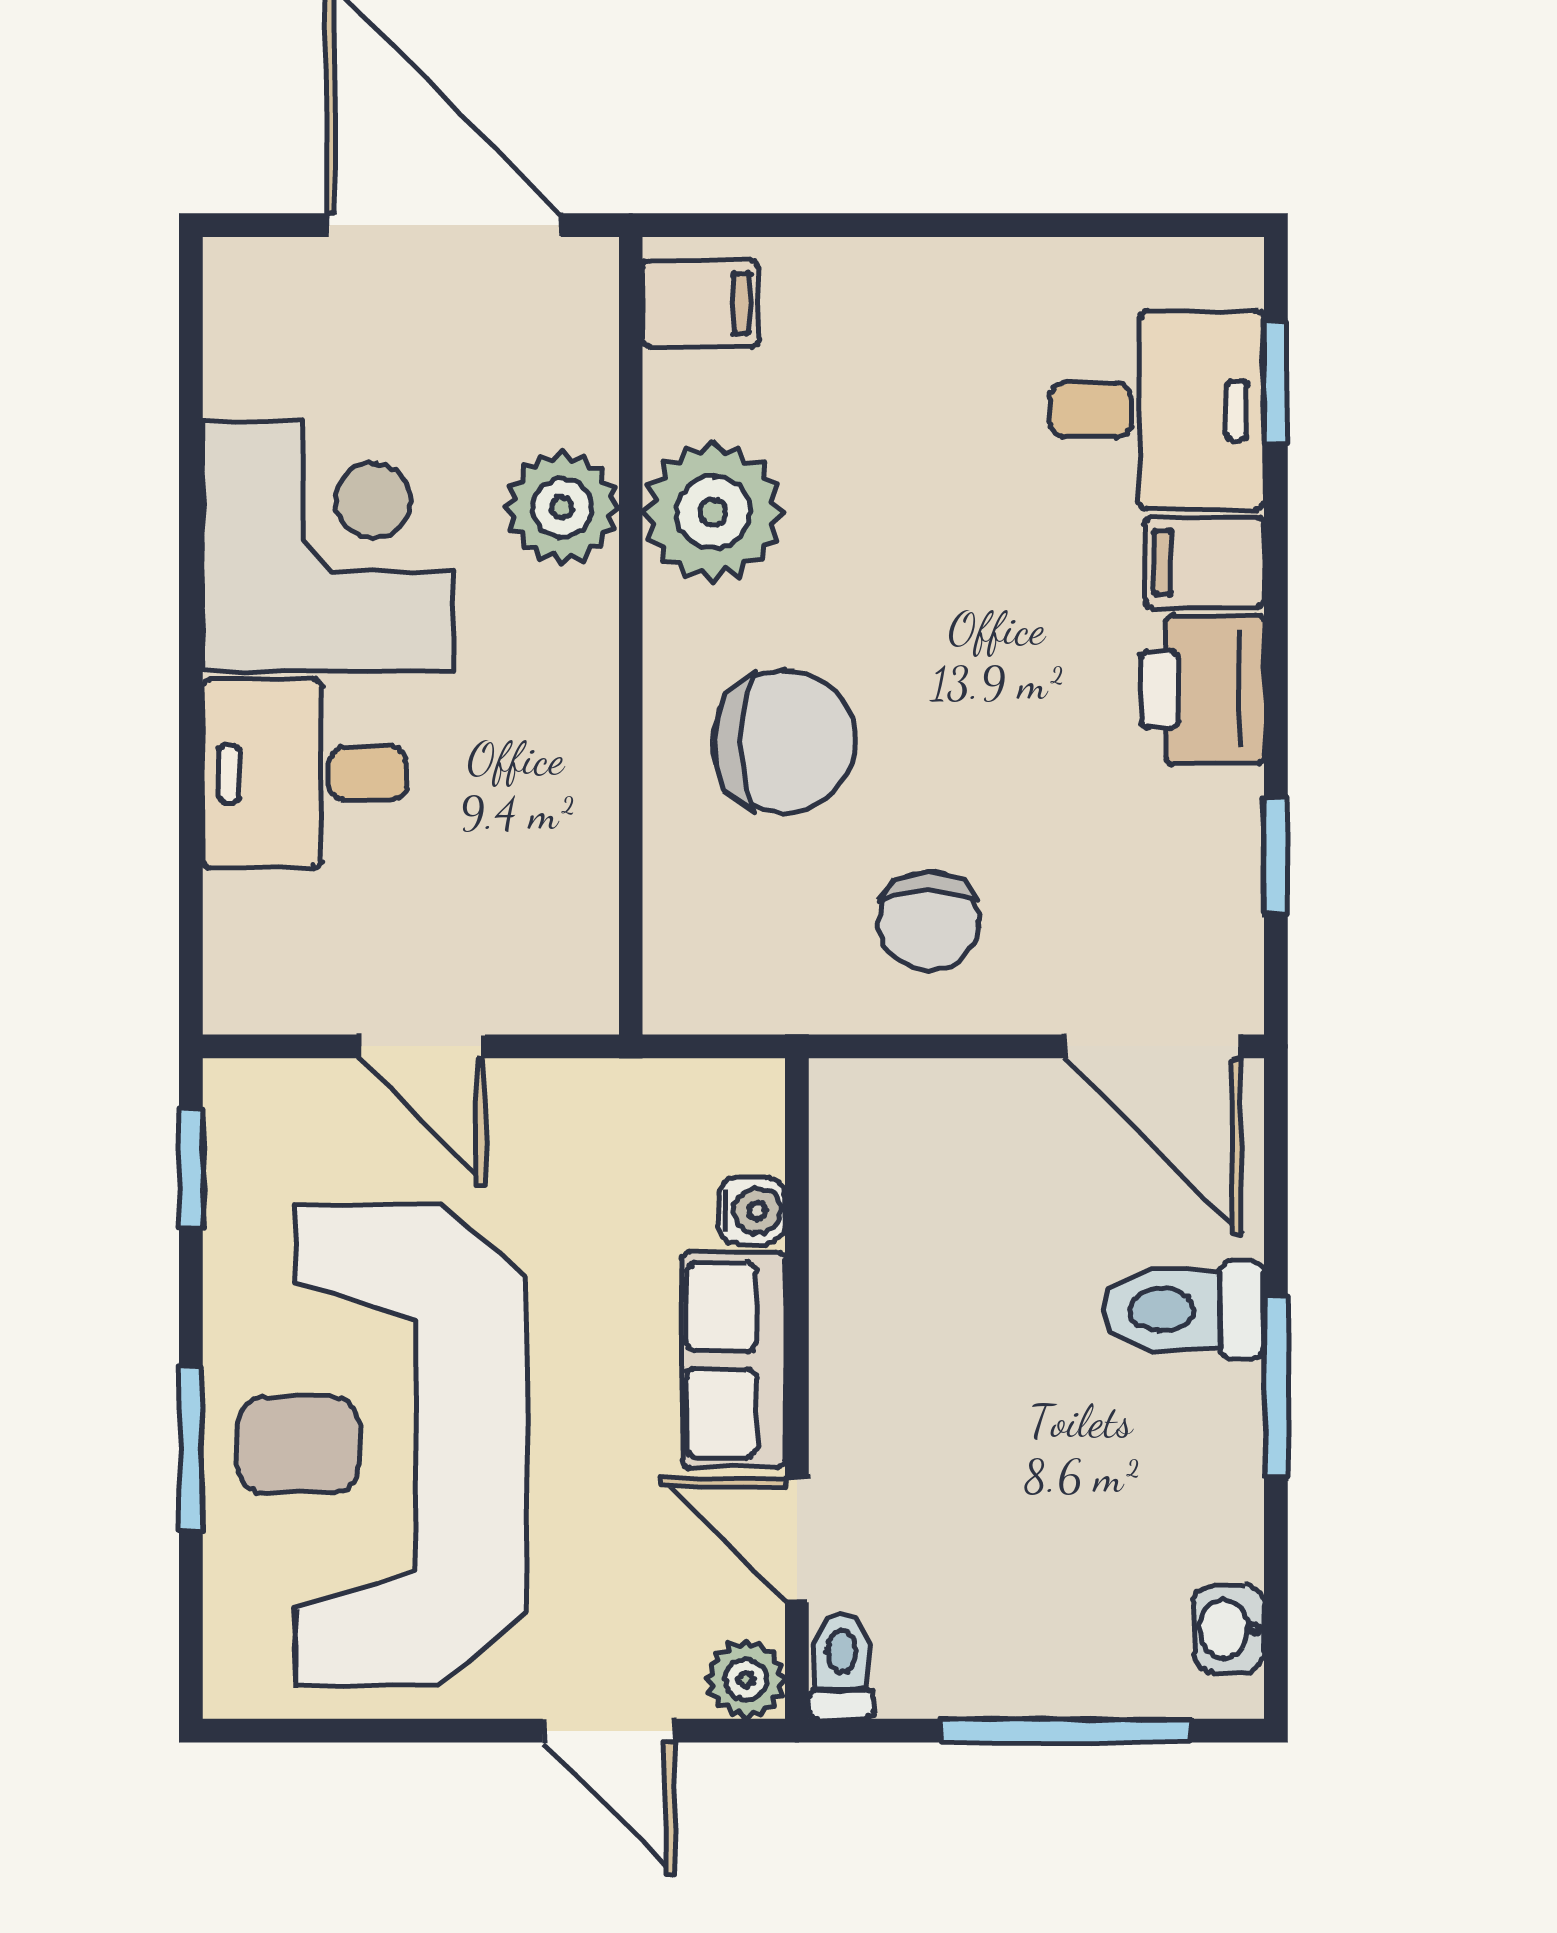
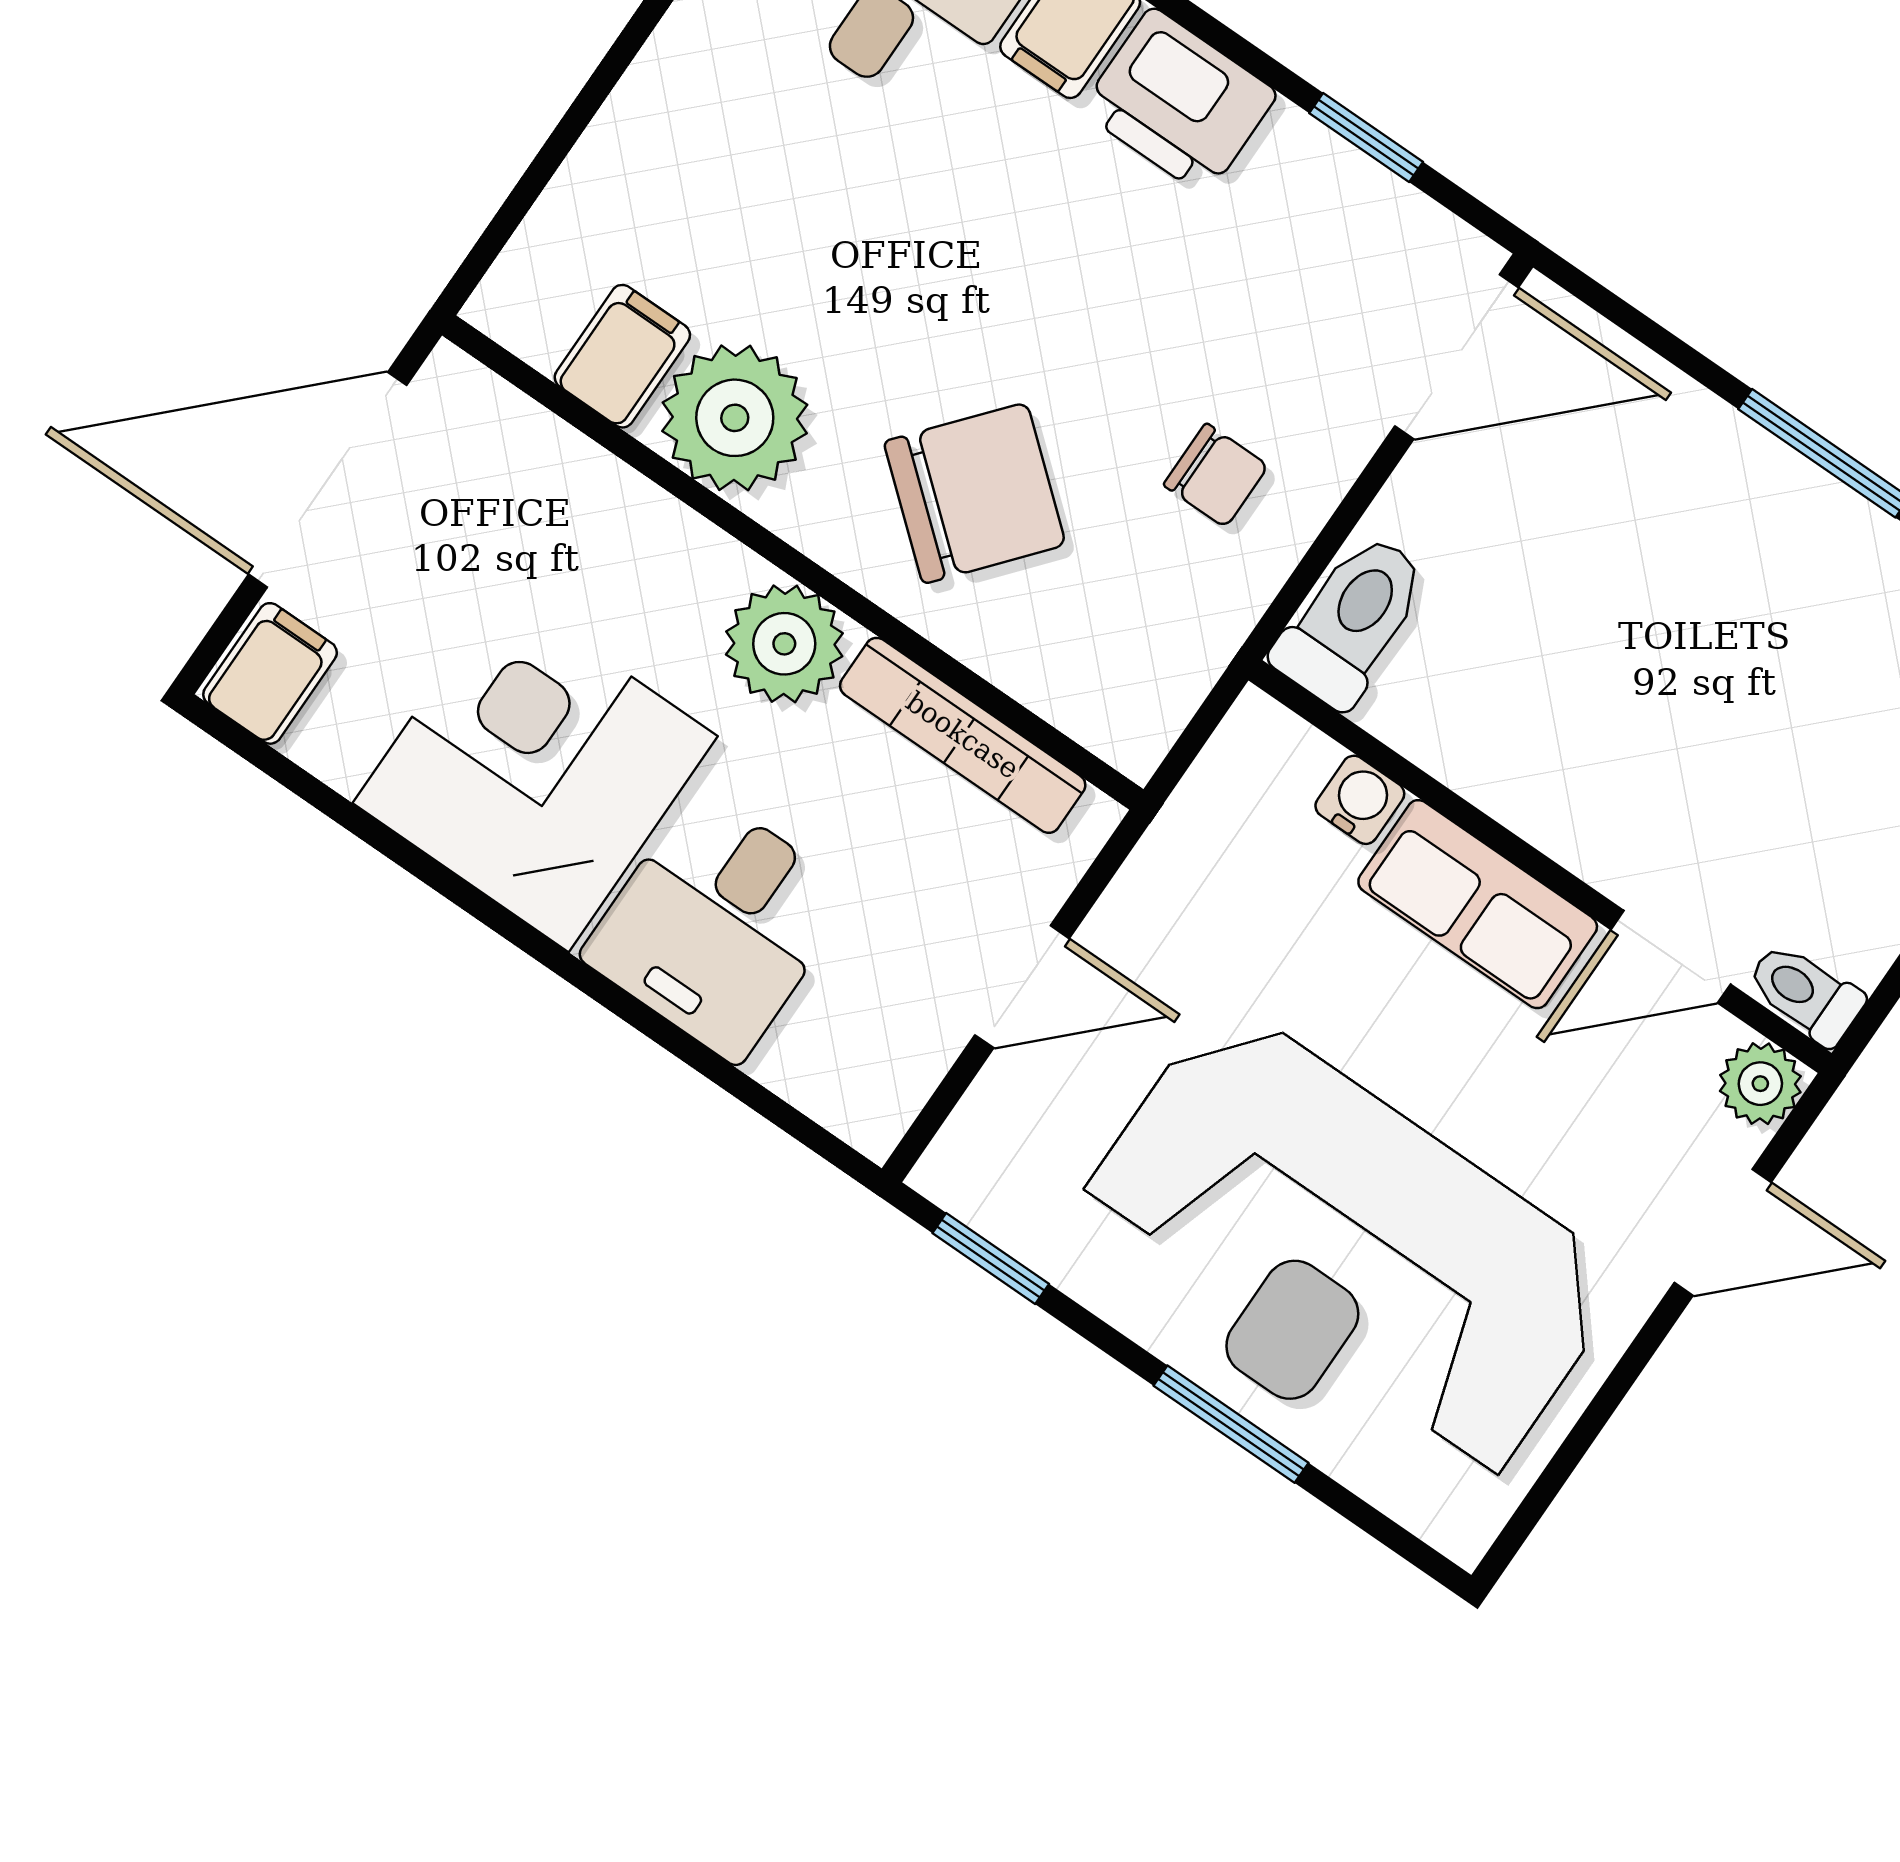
filing cabinet: (260, 285) -> (270, 673), added
filing cabinet: (701, 303) -> (622, 356), moved
plant: (562, 507) -> (784, 644), moved
chair: (784, 741) -> (975, 493), turned 40
bookcase: (587, 863) -> (963, 735), added
chair: (929, 921) -> (1216, 475), width x0.73, depth x0.73
toilet: (1184, 1310) -> (1352, 620), moved, turned 180

